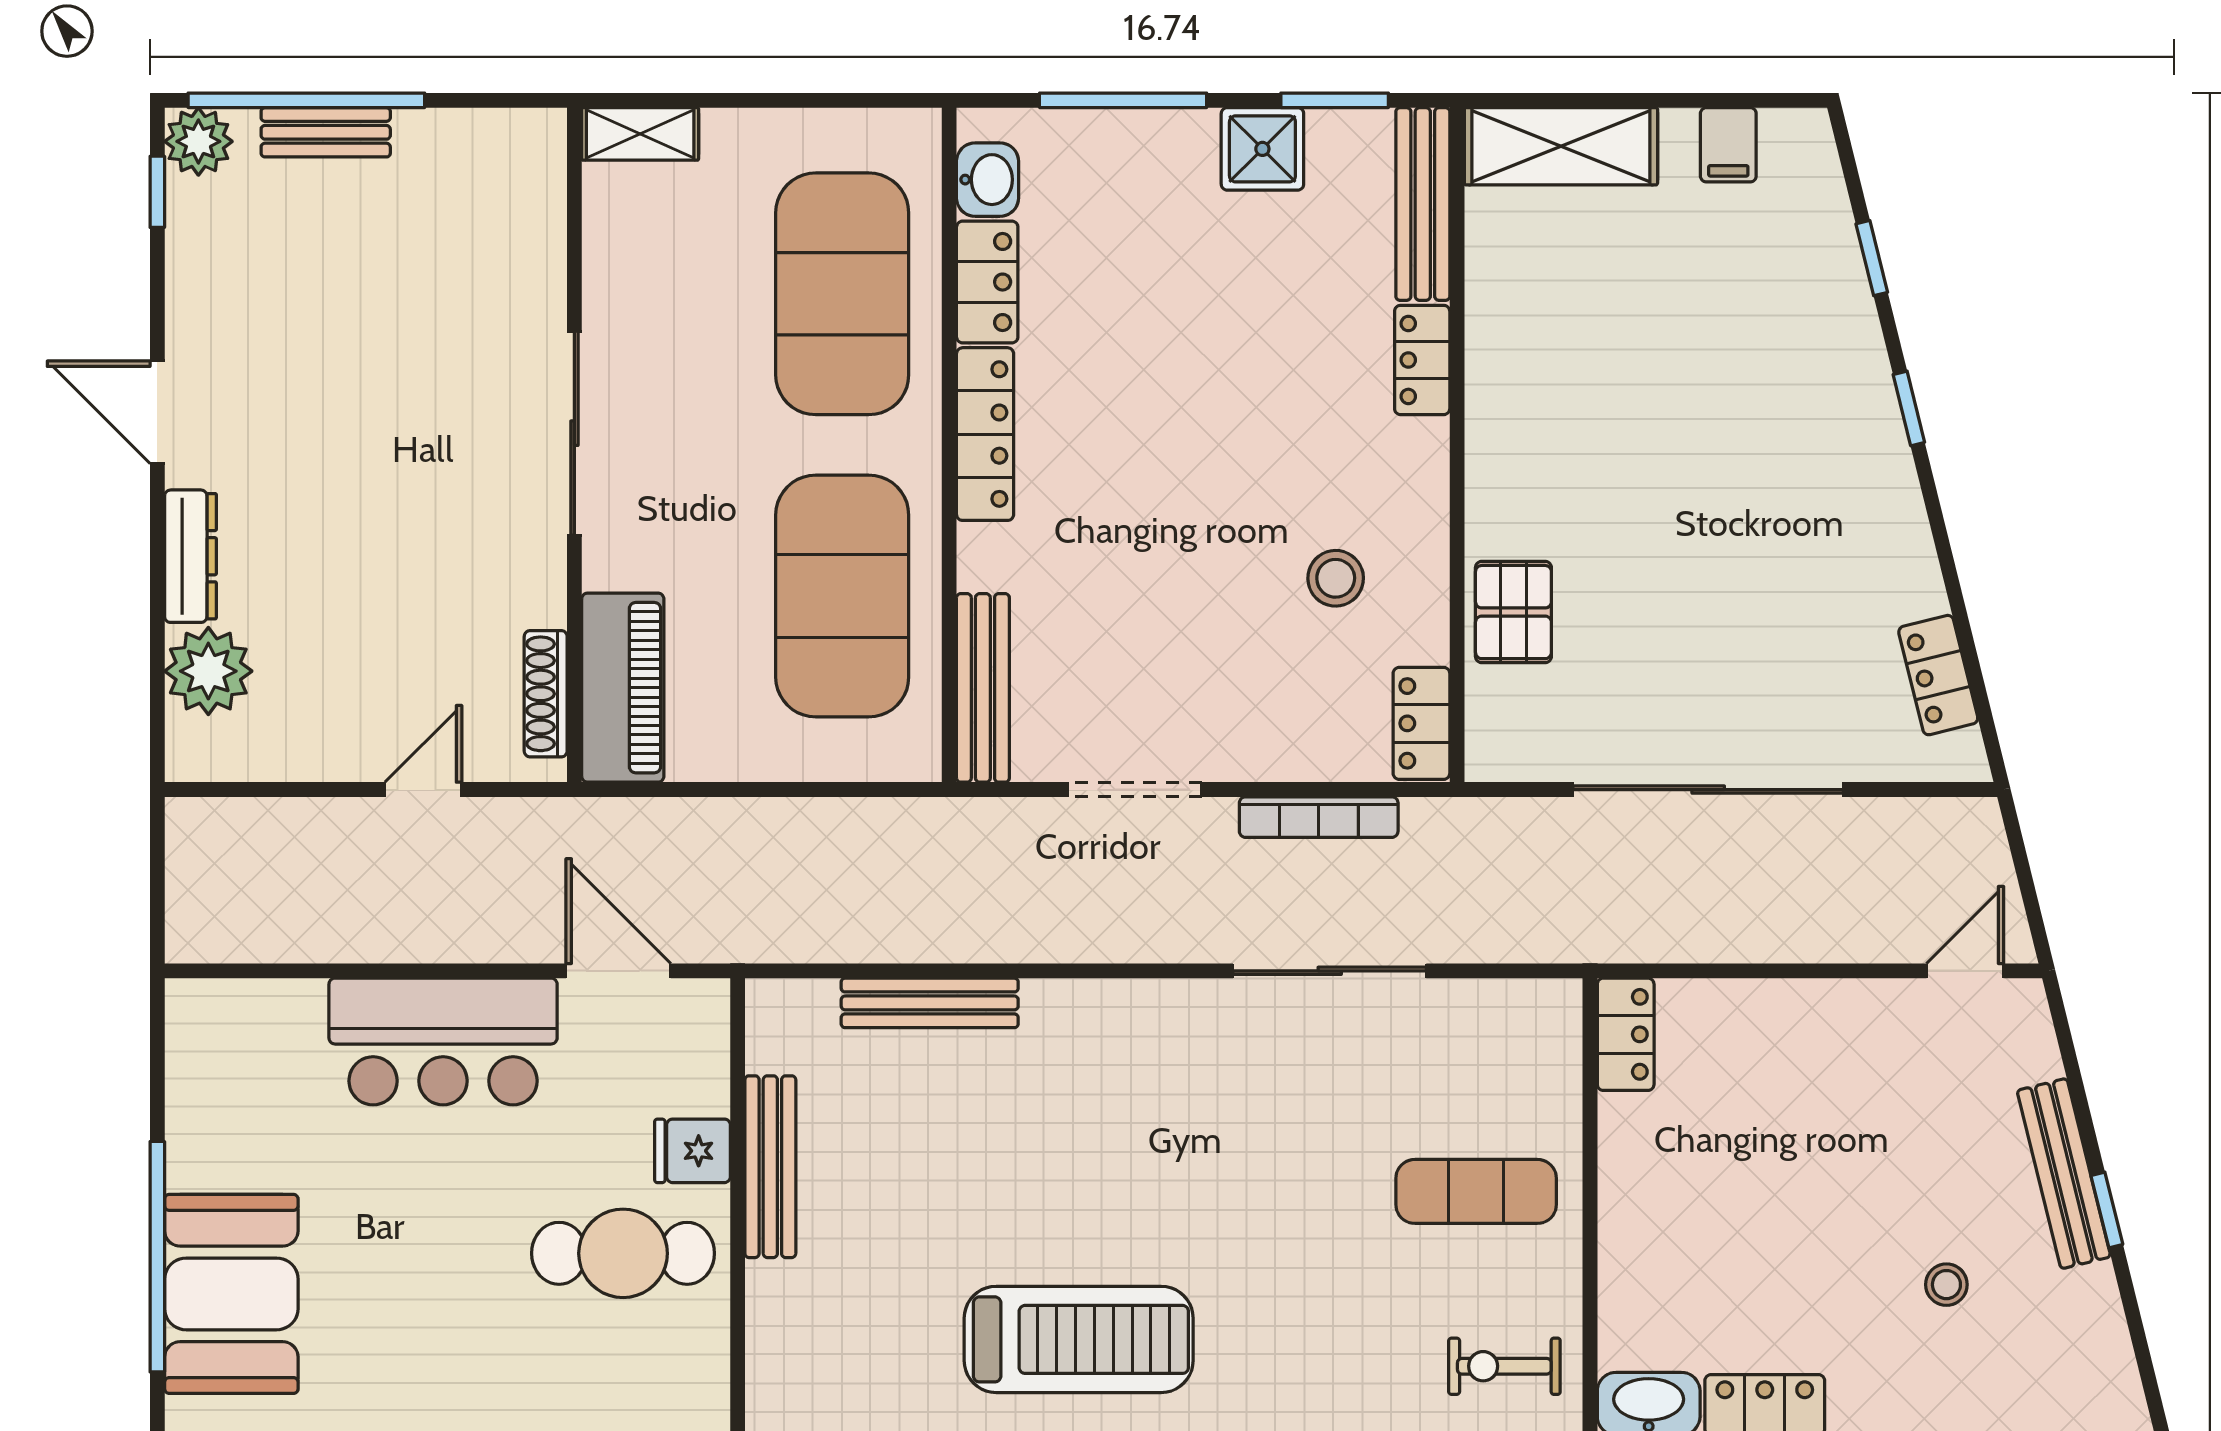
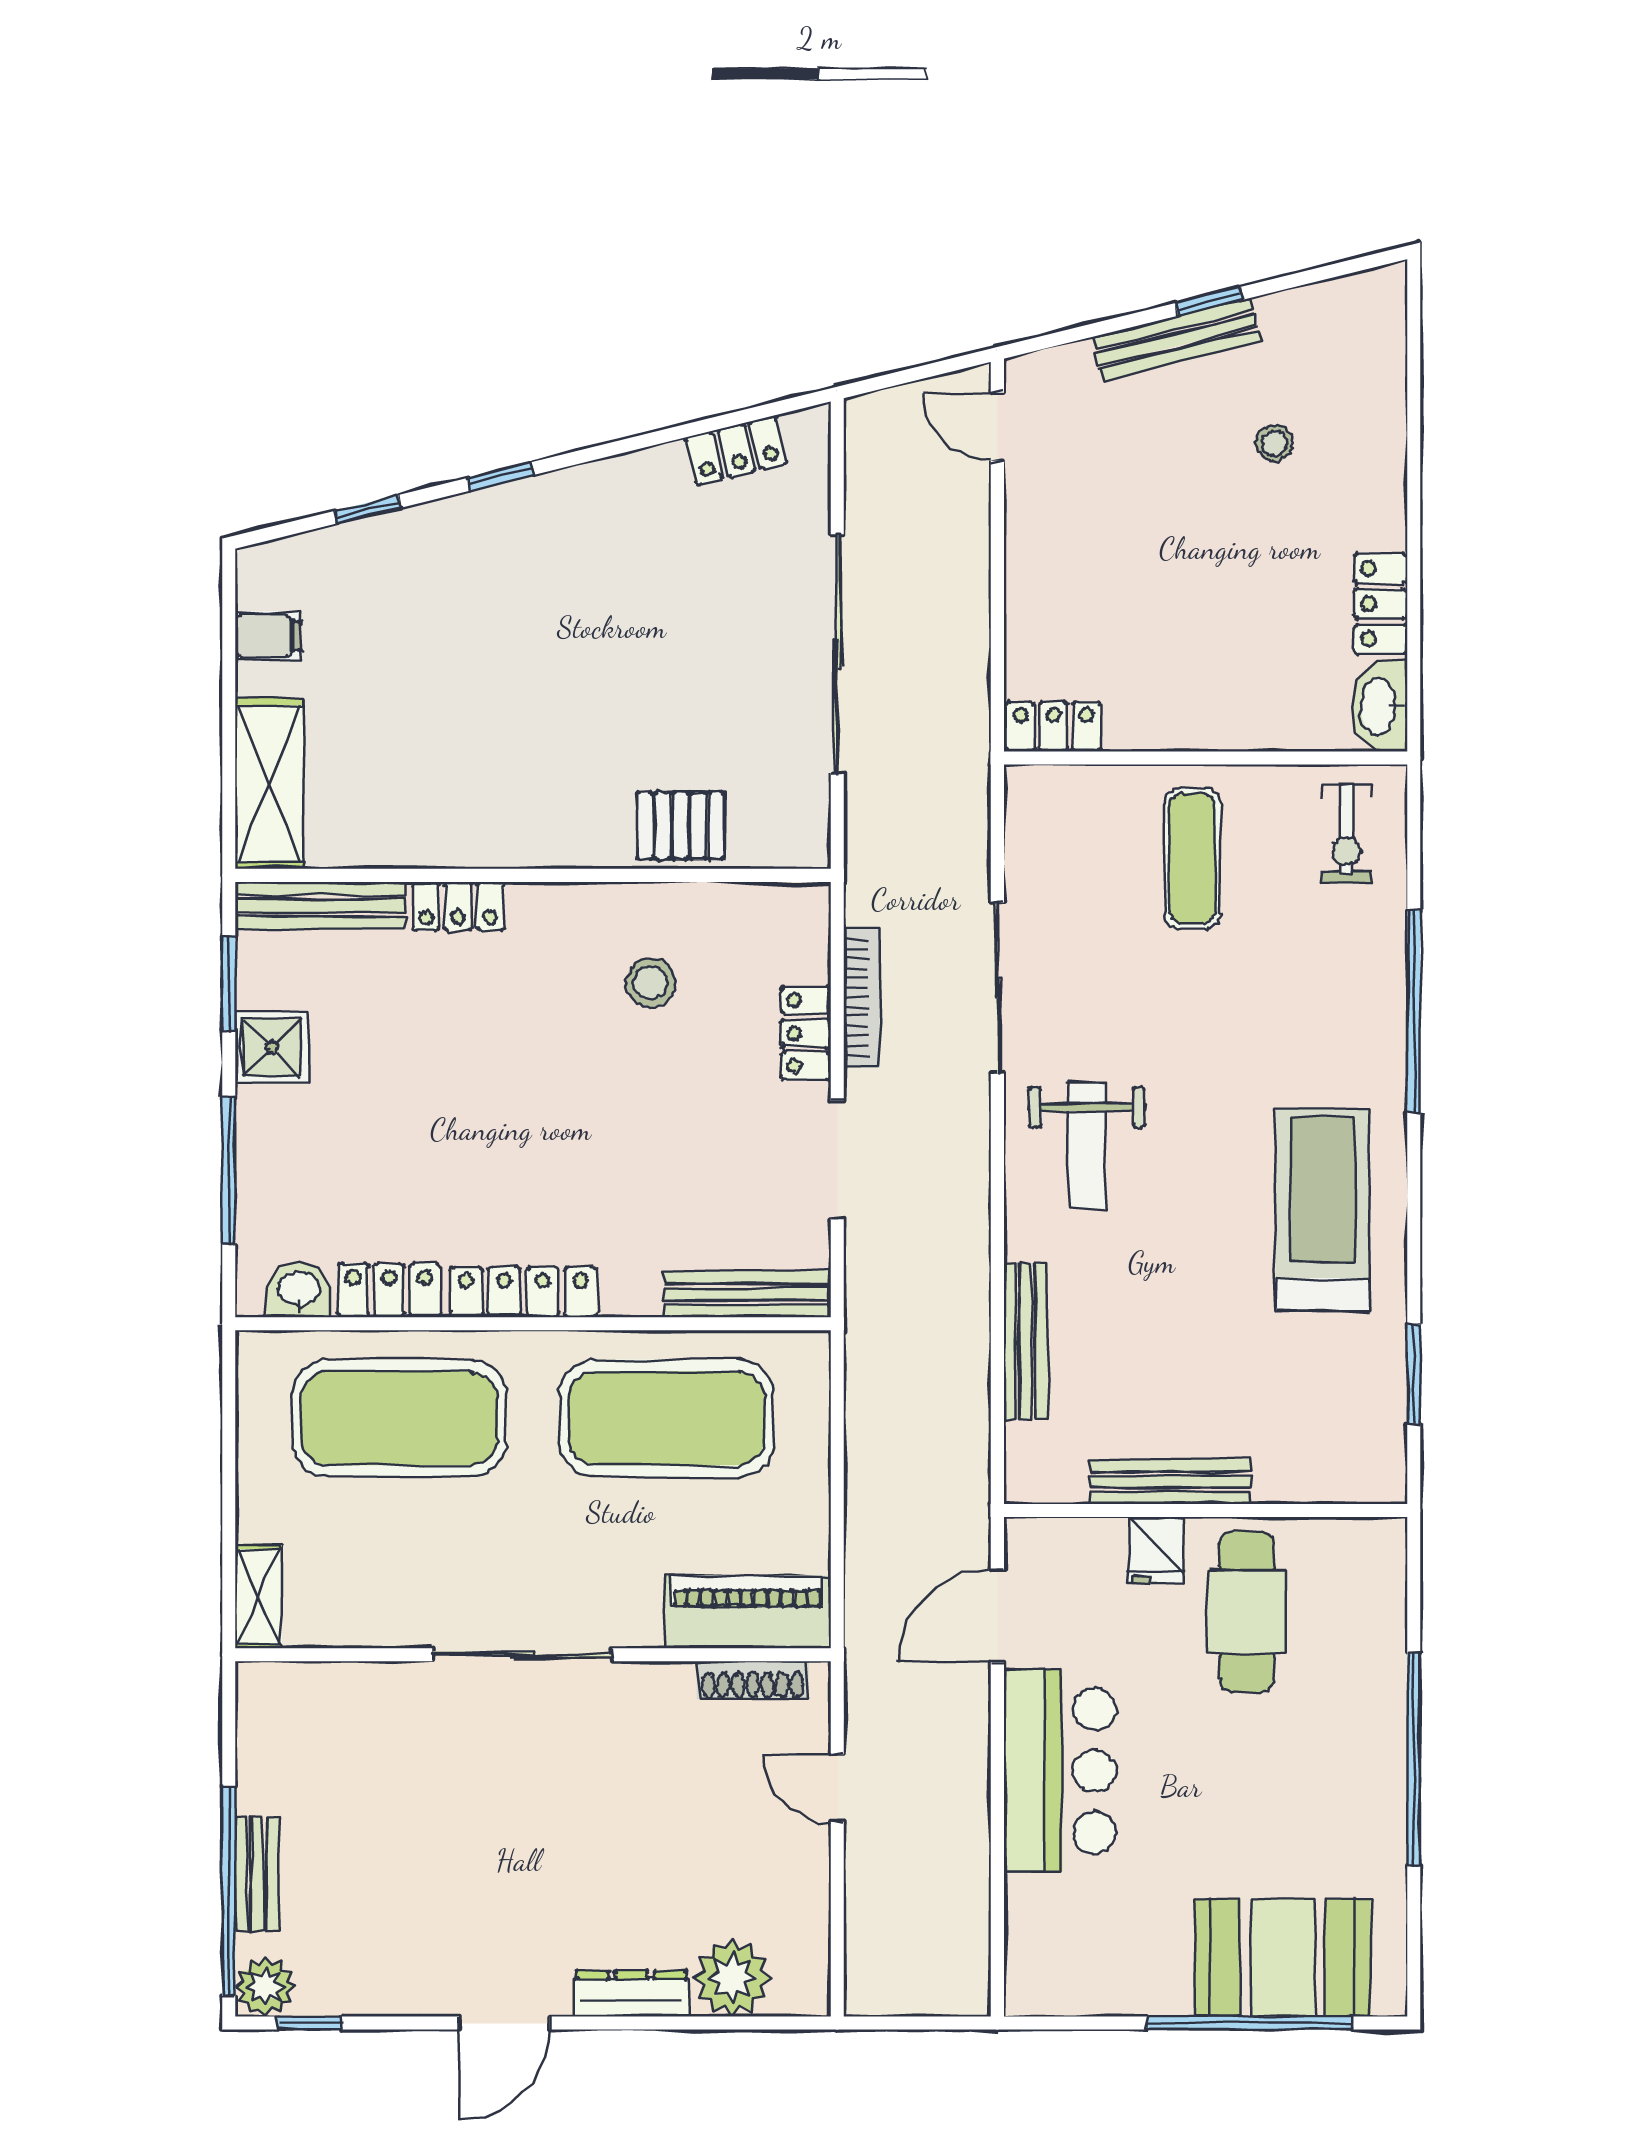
locker: (1421, 723) -> (806, 1033), moved, turned 90
weight bench: (1152, 1072) -> (1087, 1145), added

